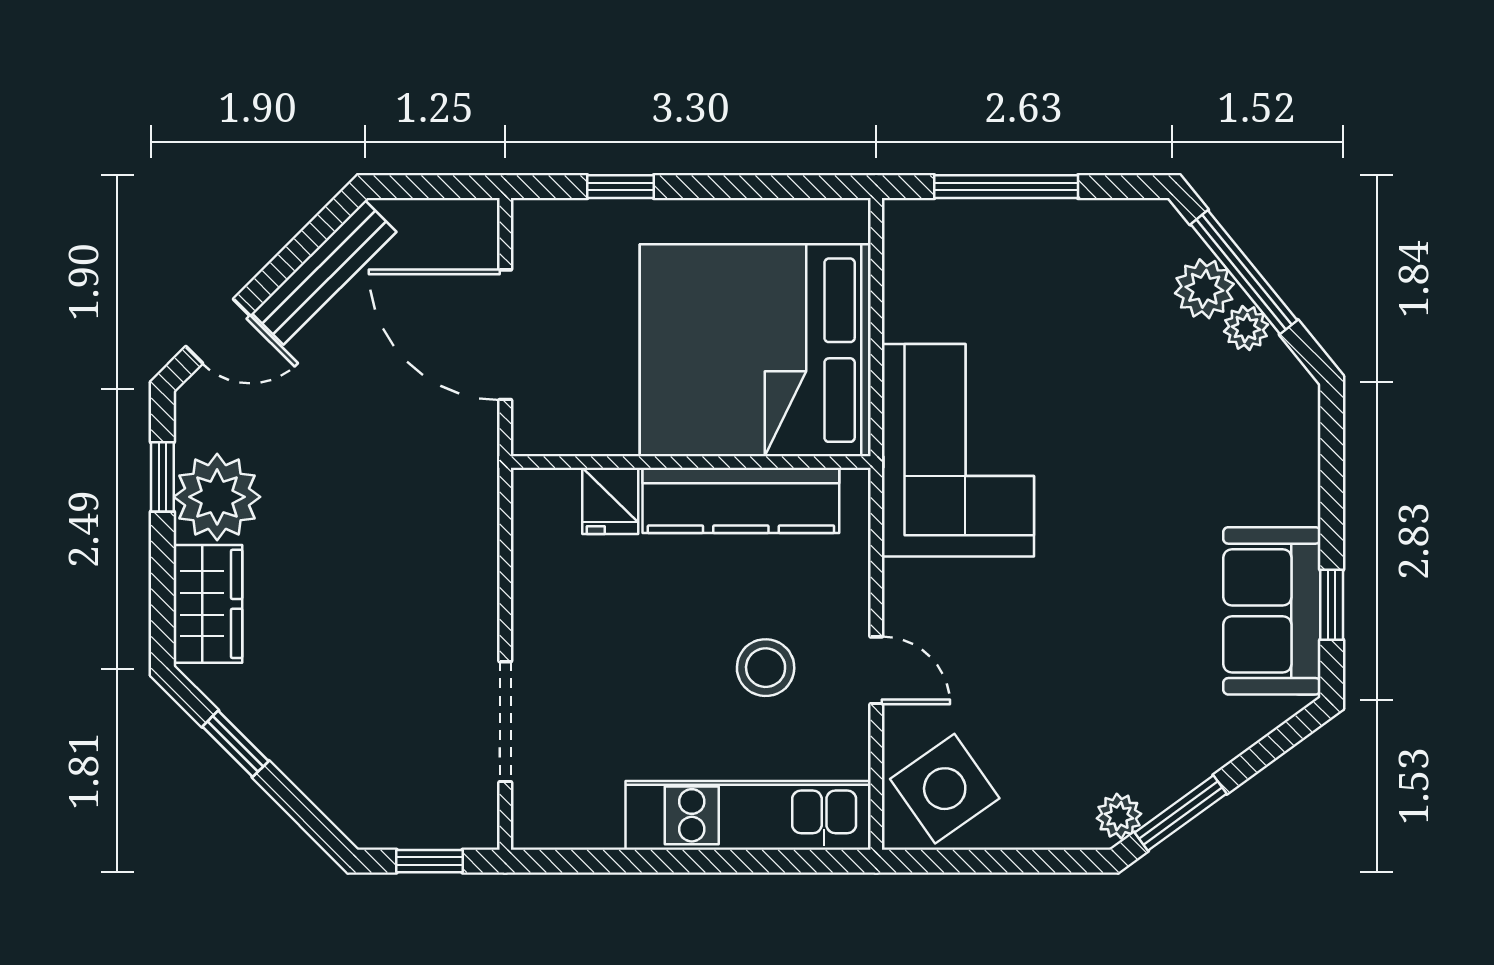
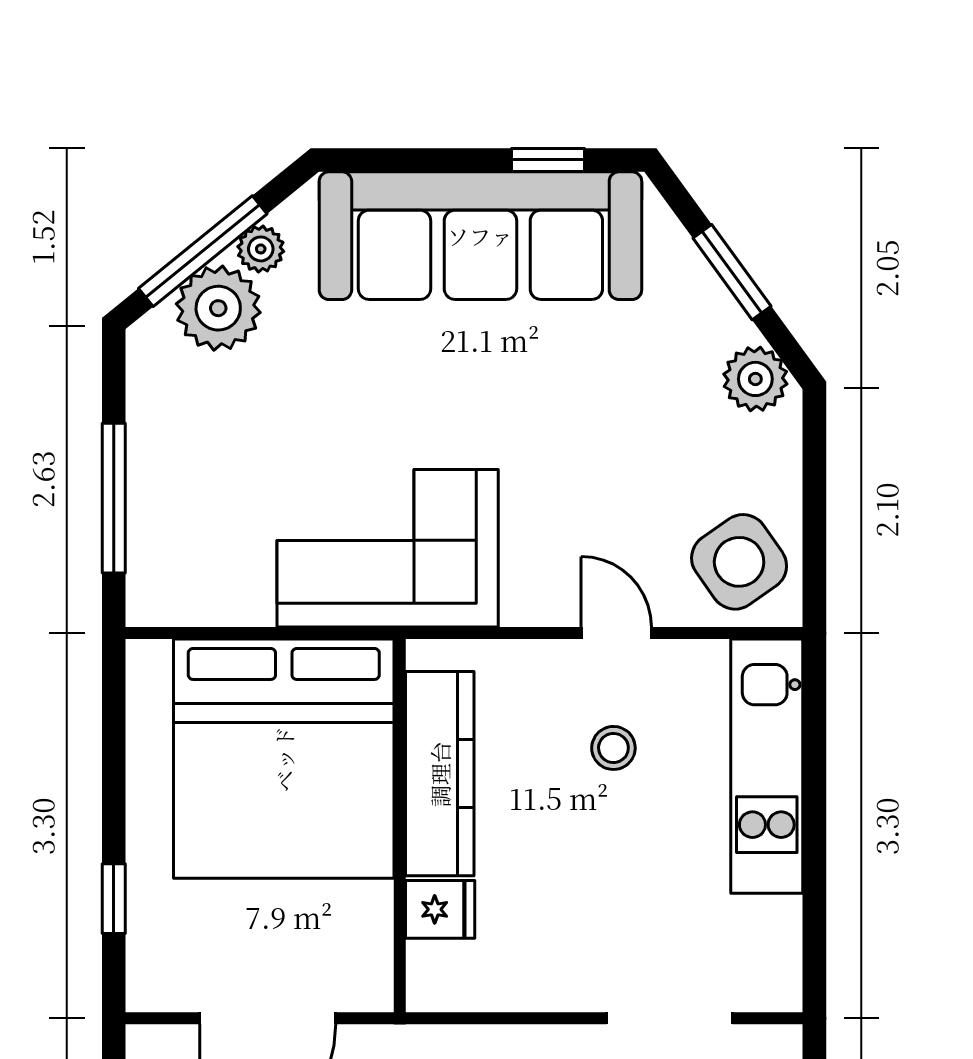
plant: (1204, 289) -> (218, 308), width x1.36, depth x1.36
sofa: (1272, 611) -> (480, 236), width x1.85, depth x1.27
stool: (766, 668) -> (613, 748), width x0.73, depth x0.73
door: (876, 670) -> (616, 633), hinge flipped
window: (1181, 813) -> (732, 272), moved
plant: (1119, 816) -> (755, 379), width x1.38, depth x1.38

